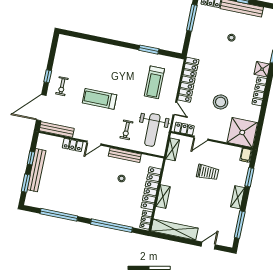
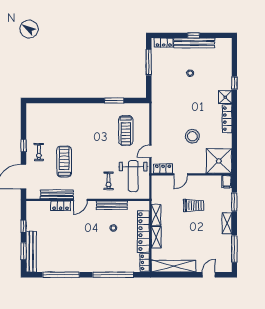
locker: (188, 80) -> (157, 121), removed
treadmill: (100, 99) -> (64, 162), moved, turned 90
door: (175, 109) -> (150, 151), swing flipped
bench: (57, 130) -> (57, 194), moved
shelving: (172, 149) -> (156, 215), moved
bench: (36, 170) -> (31, 252), moved

